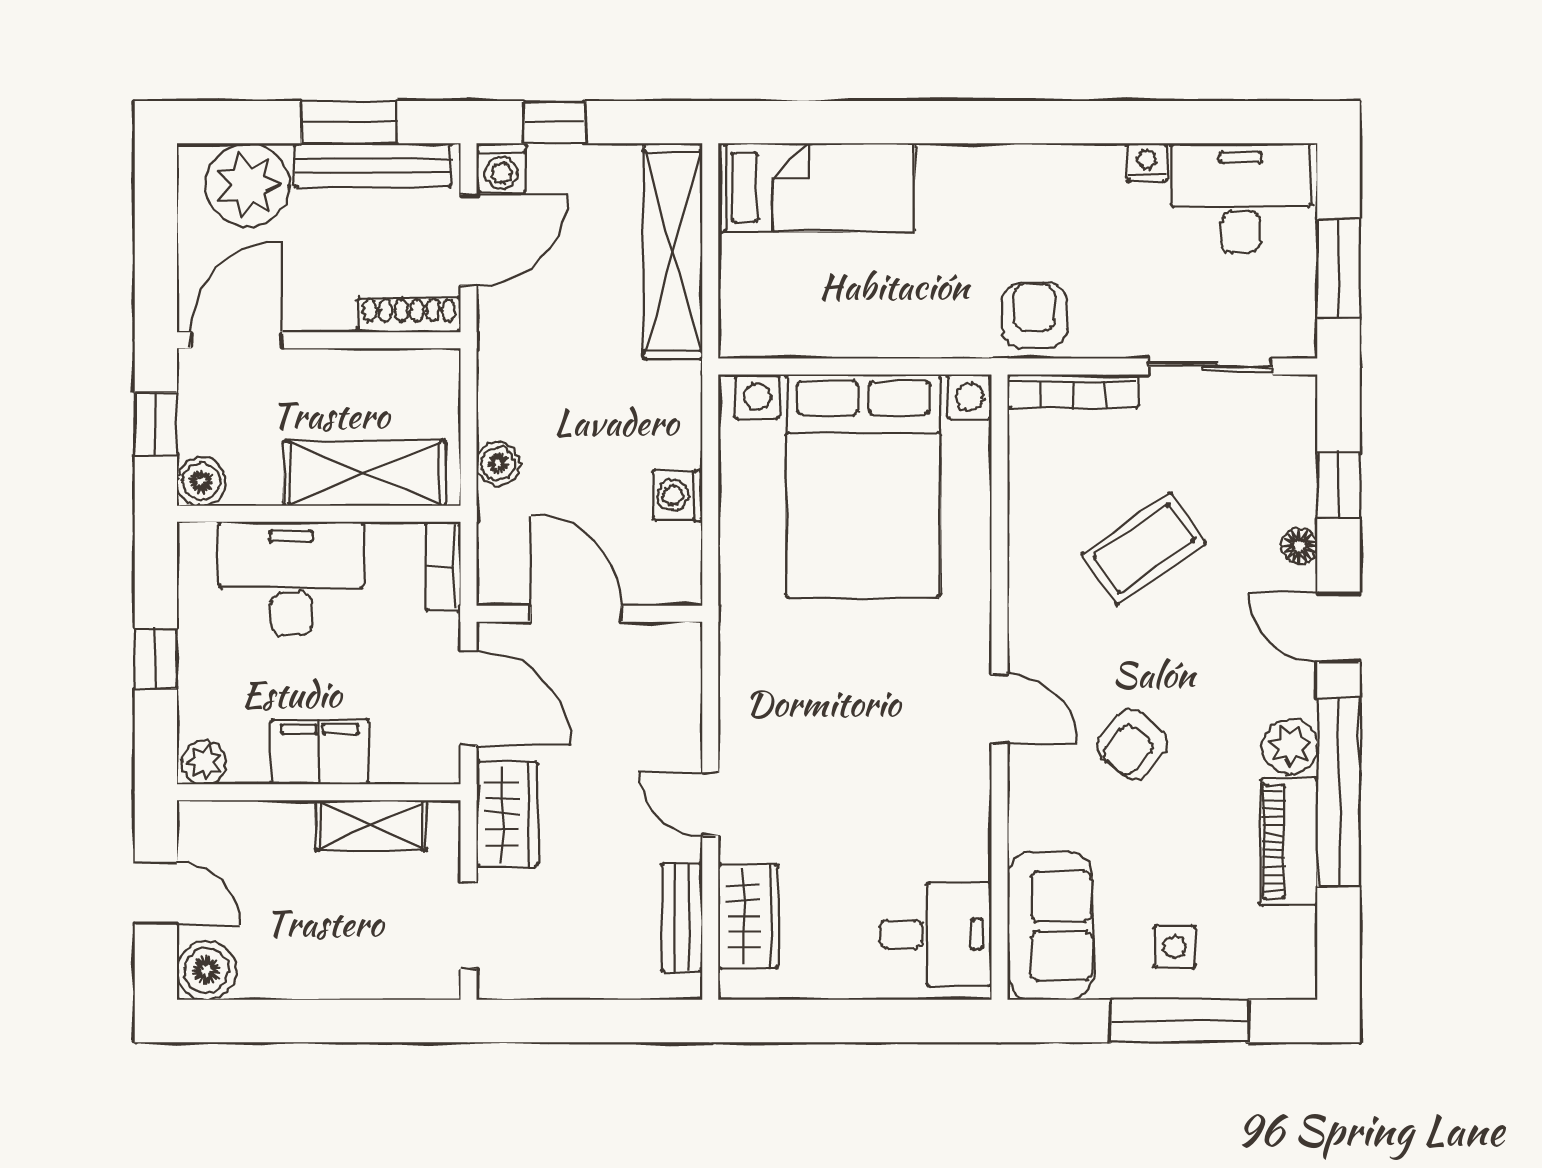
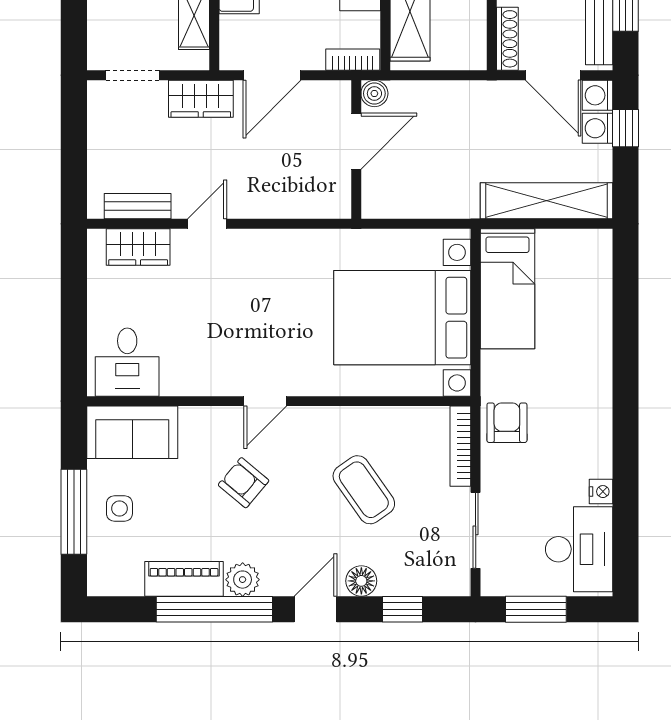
bed: (816, 187) -> (507, 289), moved
armchair: (1035, 315) -> (507, 423), turned -90
boiler: (498, 464) -> (374, 93), moved
washing machine: (678, 495) -> (597, 128), moved, turned -90
floor lamp: (1299, 546) -> (361, 581), width x1.37, depth x1.37
door: (576, 614) -> (356, 141), moved
wall: (589, 614) -> (356, 149), moved

